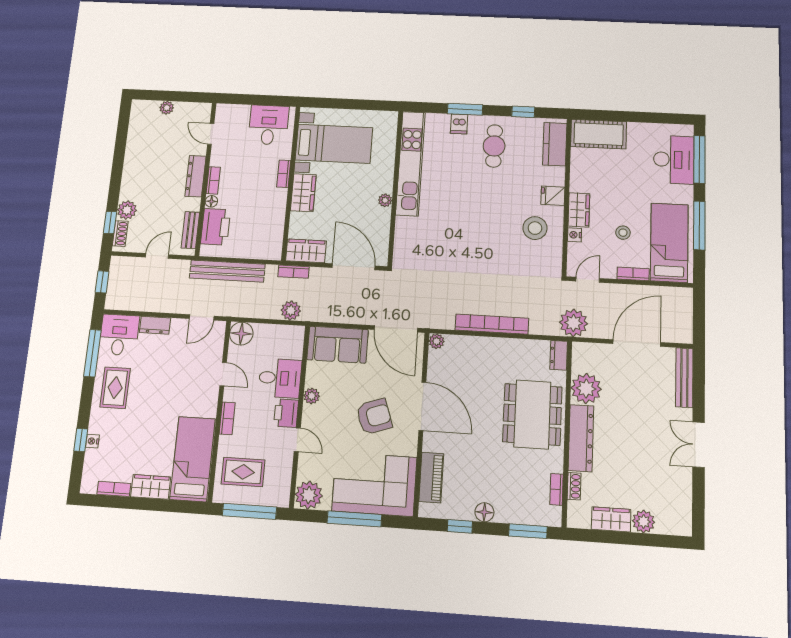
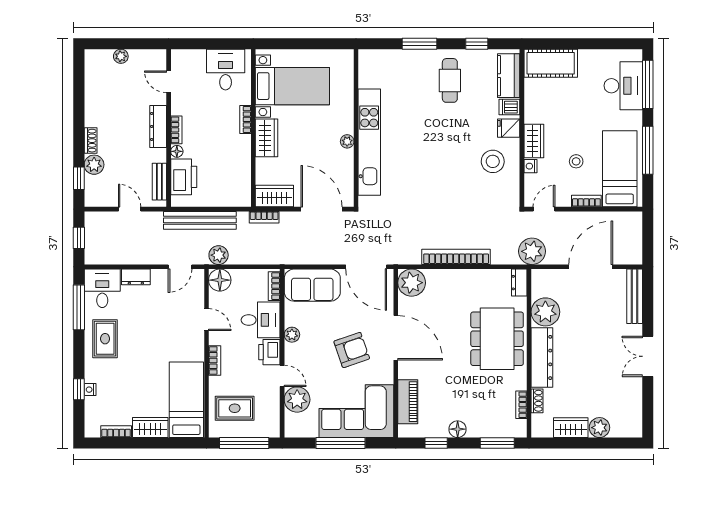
dishwasher: (459, 124) -> (509, 107), moved, turned 90
kitchen unit: (410, 163) -> (369, 142), moved
shoe rack: (120, 234) -> (91, 141), moved
door: (157, 256) -> (130, 209), hinge flipped
plant: (291, 311) -> (219, 255), moved
plant: (437, 341) -> (412, 283), width x1.87, depth x1.87
bookcase: (297, 343) -> (274, 286), added
plant: (309, 495) -> (297, 400), moved

